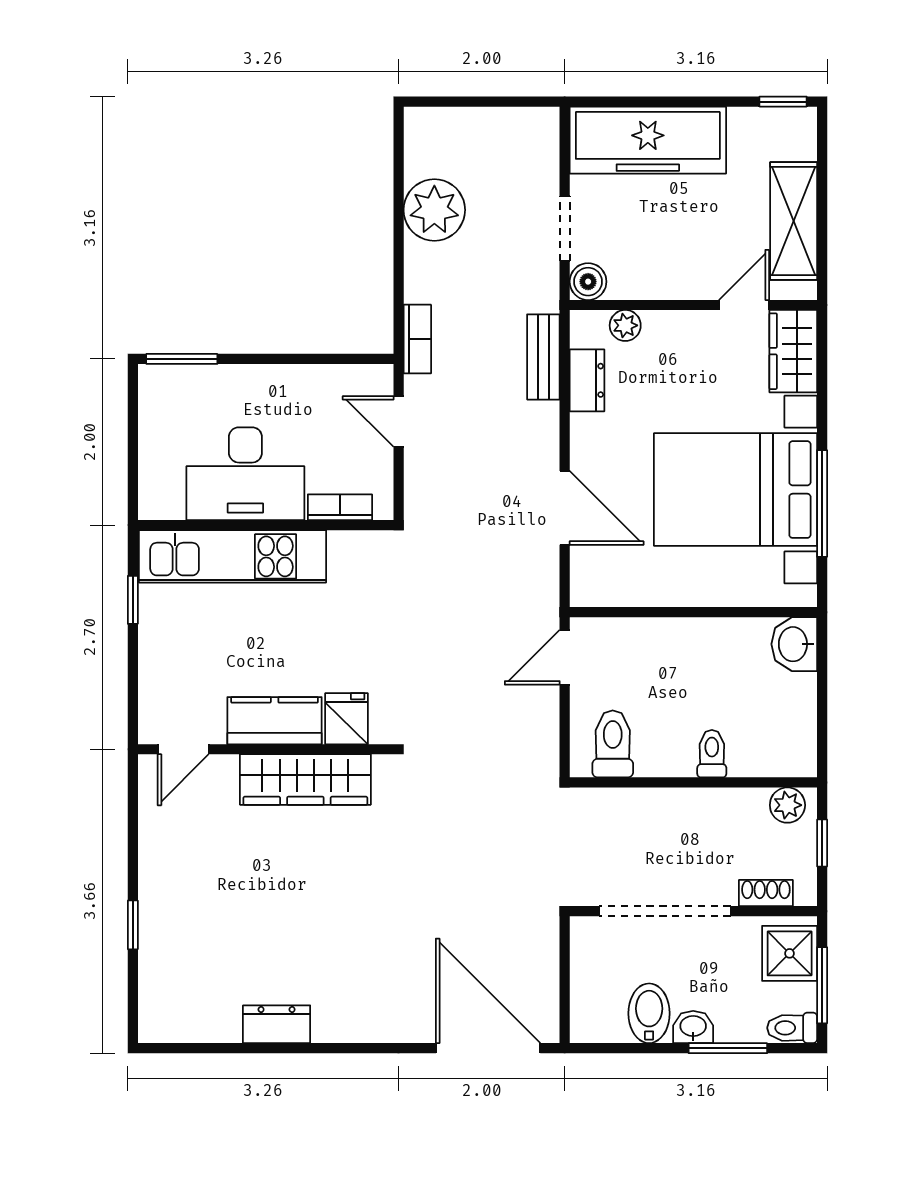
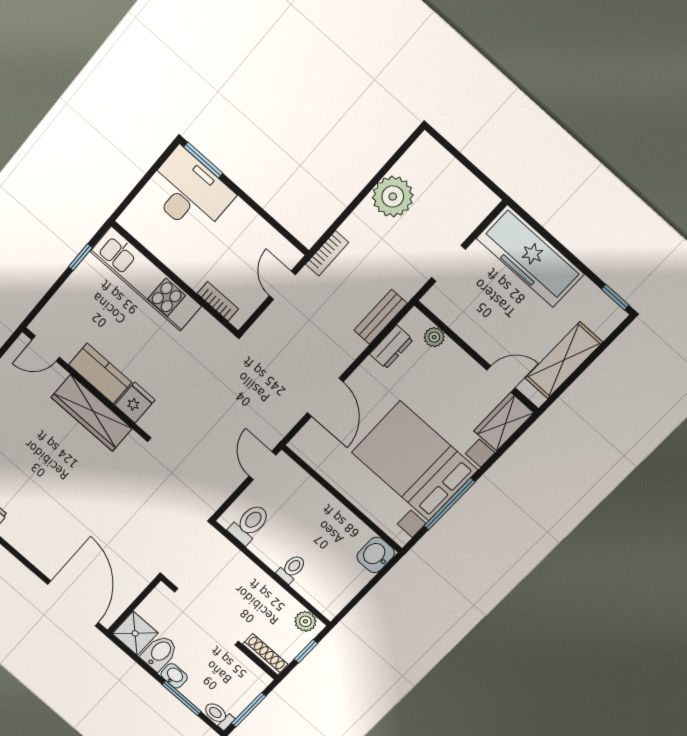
boiler: (588, 282) -> (436, 300), removed
desk: (245, 474) -> (189, 192), moved, turned 180
door: (565, 657) -> (262, 466), hinge flipped
shoe rack: (766, 893) -> (265, 654), width x1.43
shower: (790, 953) -> (135, 633), moved

